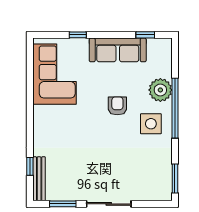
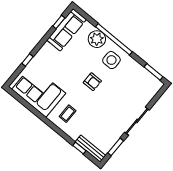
sofa: (118, 50) -> (67, 30), moved
armchair: (117, 106) -> (92, 82), moved, turned 180
coffee table: (56, 124) -> (68, 114), added

